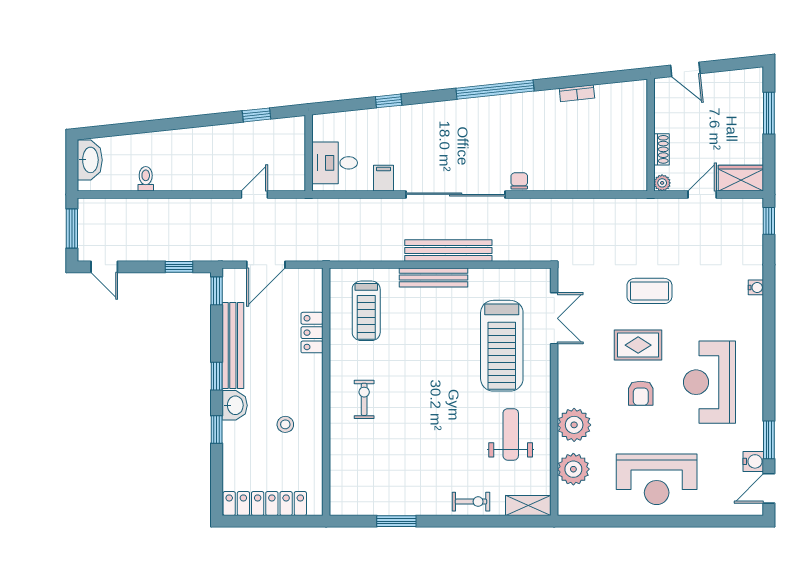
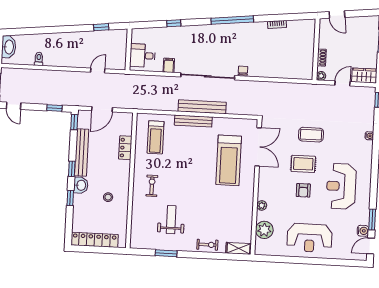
double door: (554, 318) -> (258, 147), width x1.37
plant: (574, 425) -> (262, 205), width x0.53, depth x0.53
weight bench: (511, 434) -> (171, 220), moved

